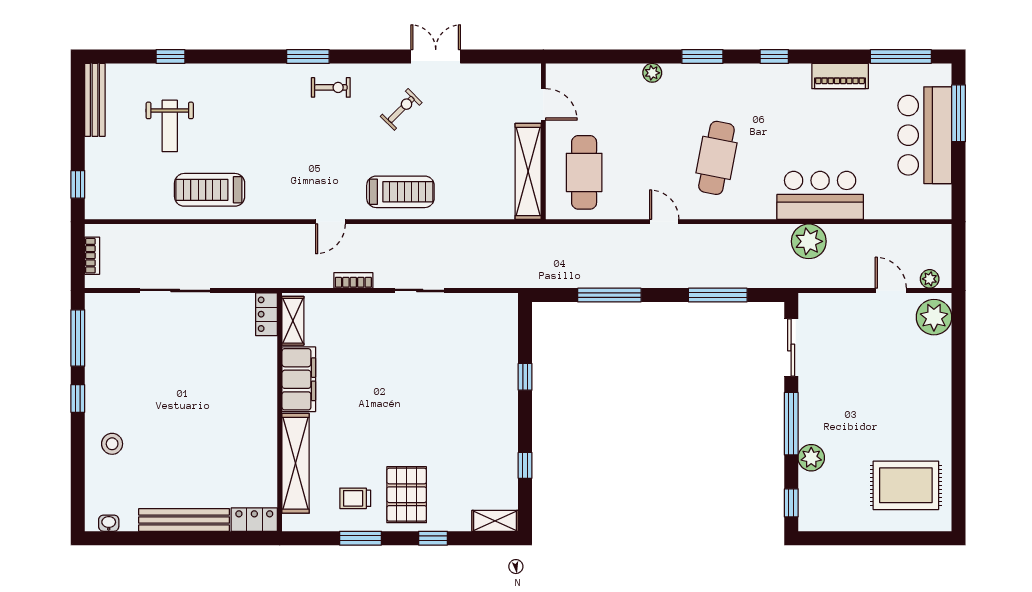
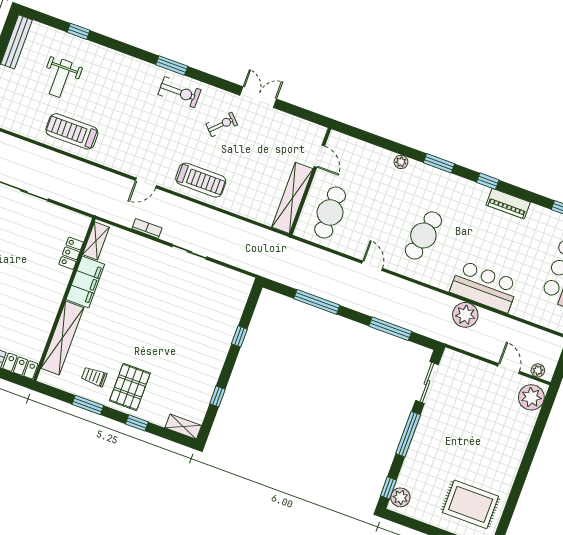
piano: (840, 76) -> (508, 204), moved
exercise bike: (331, 87) -> (179, 92), width x1.38, depth x1.39
locker: (267, 314) -> (71, 253), moved
plant: (811, 458) -> (400, 497), moved

